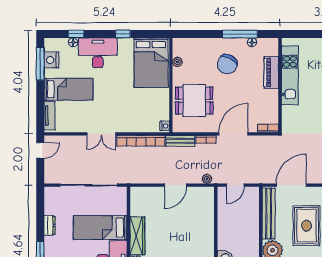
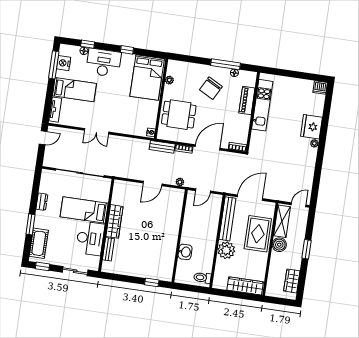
bookcase: (141, 141) -> (129, 142), removed

